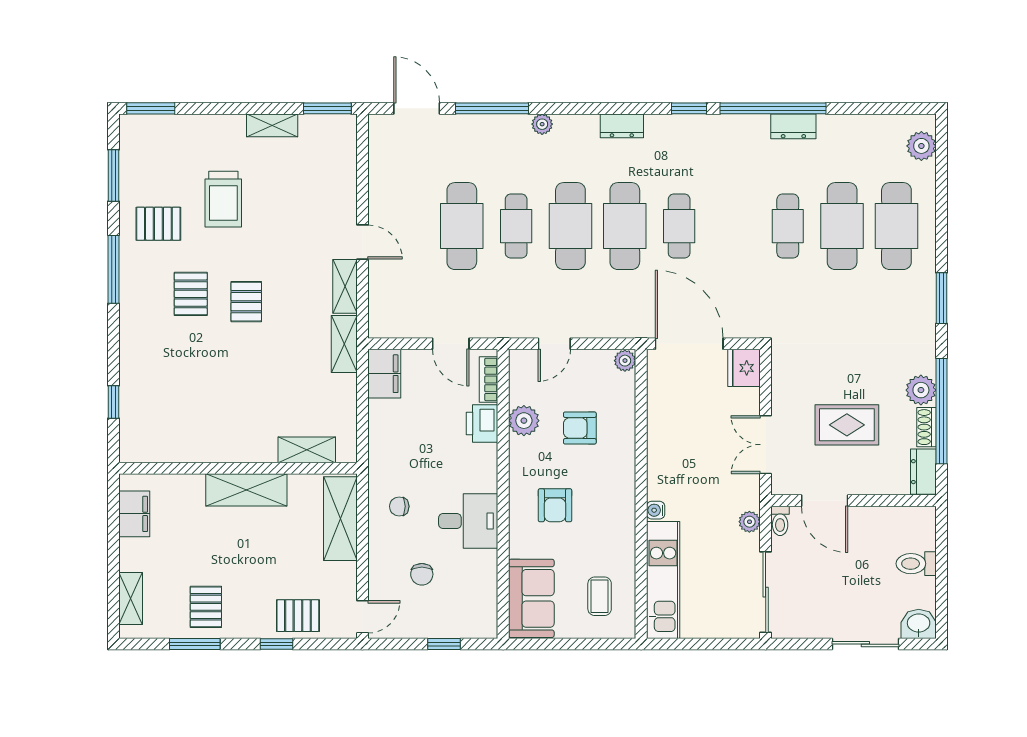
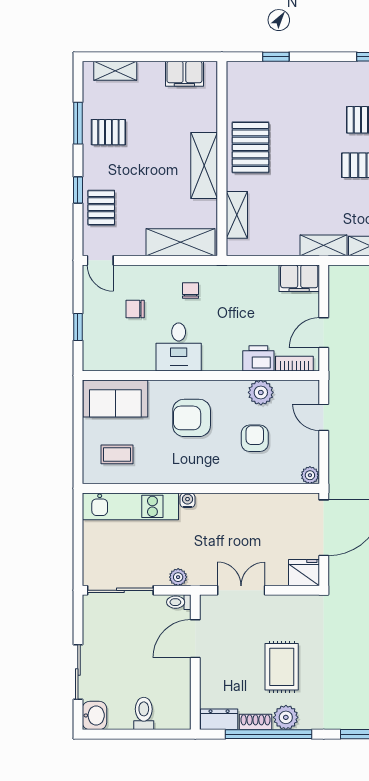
rug: (847, 425) -> (282, 667), moved
pallet: (224, 433) -> (250, 147), added
armchair: (555, 505) -> (192, 418), width x1.38, depth x1.38

